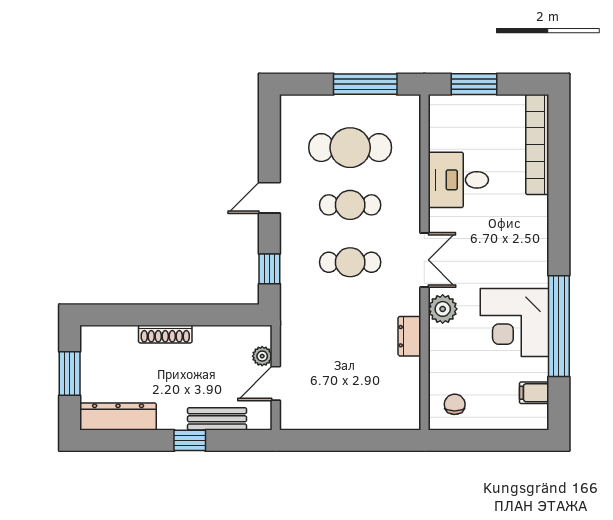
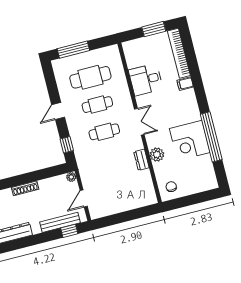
window: (365, 84) -> (73, 50), moved
window: (474, 84) -> (154, 29), moved
plant: (443, 309) -> (157, 155), moved
plant: (262, 356) -> (71, 177), moved
filing cabinet: (534, 393) -> (185, 84), moved
bench: (217, 419) -> (60, 222), width x1.36
window: (190, 440) -> (69, 231), moved

